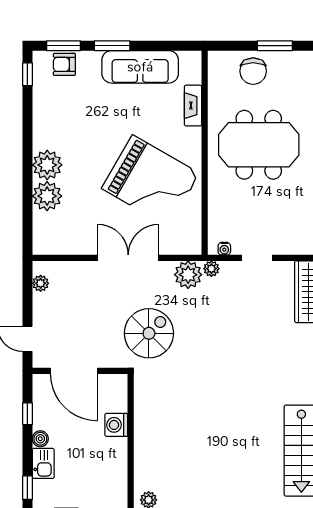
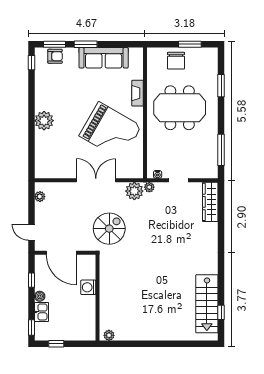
armchair: (64, 64) -> (55, 56), turned 180
fireplace: (193, 106) -> (138, 93), moved
plant: (47, 196) -> (44, 141), removed

